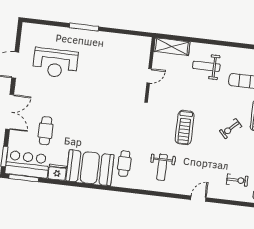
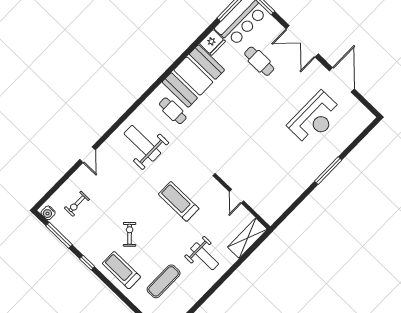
reception desk: (55, 63) -> (315, 118), turned 180
weight bench: (206, 66) -> (205, 256), turned 90
treadmill: (185, 127) -> (179, 201), moved
weight bench: (162, 167) -> (142, 143), width x1.36, depth x1.33

